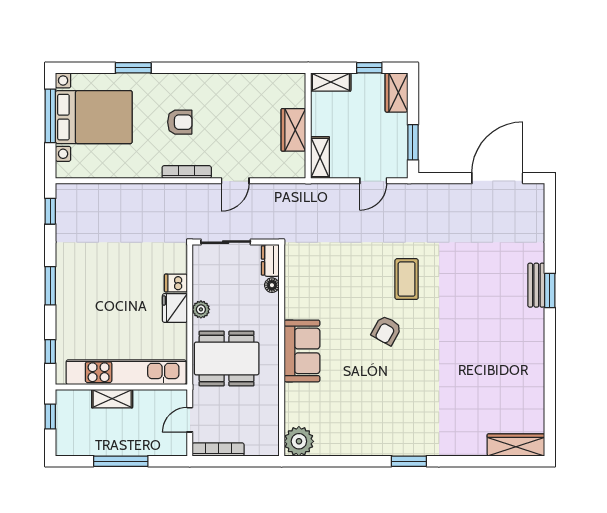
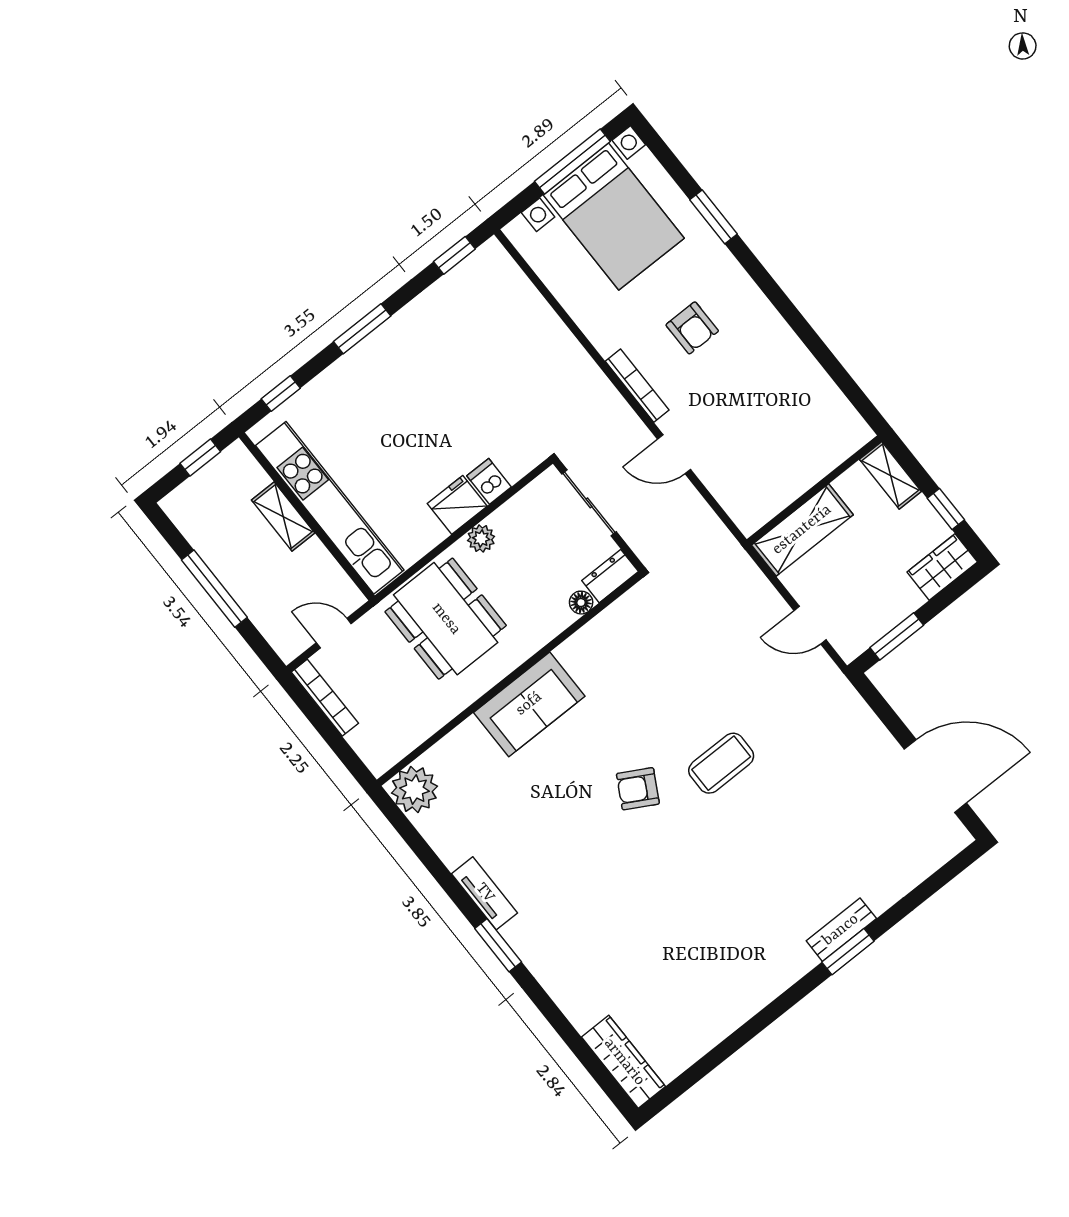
wardrobe: (293, 130) -> (794, 476), removed
shelving: (320, 157) -> (802, 530), width x1.50, depth x1.33
tv unit: (378, 447) -> (485, 893), added

